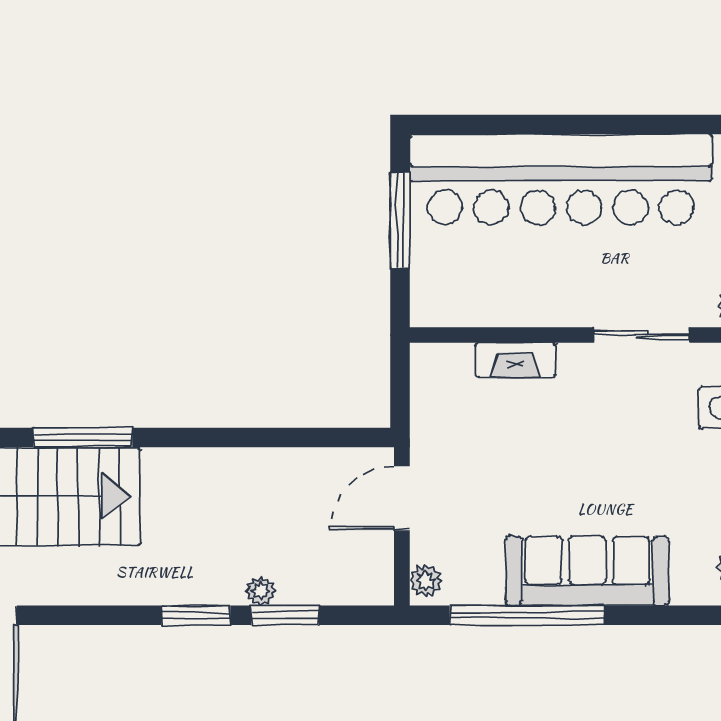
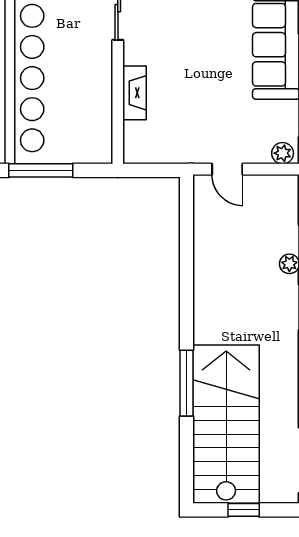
door: (402, 498) -> (227, 169), width x0.73

